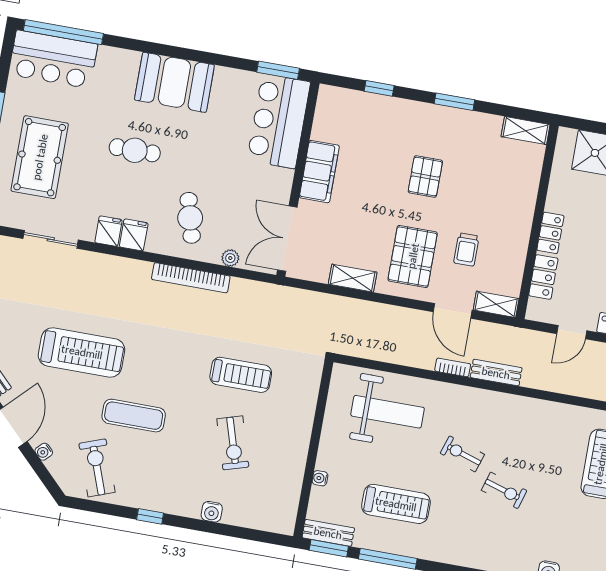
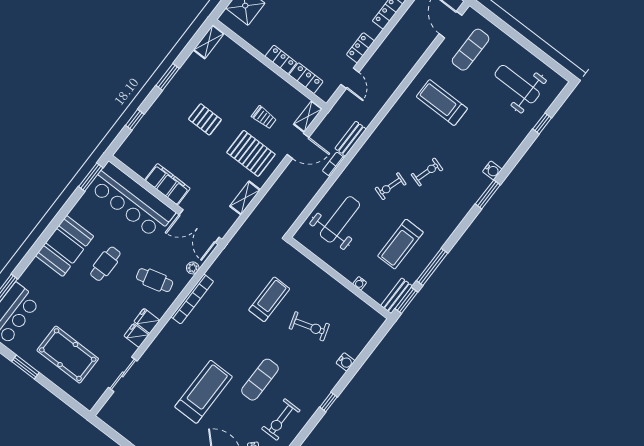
bar counter: (279, 121) -> (132, 200), width x1.36
cafe table: (135, 150) -> (105, 264), moved
exercise bike: (97, 468) -> (281, 419), turned -70
treadmill: (396, 504) -> (400, 244), turned 180

